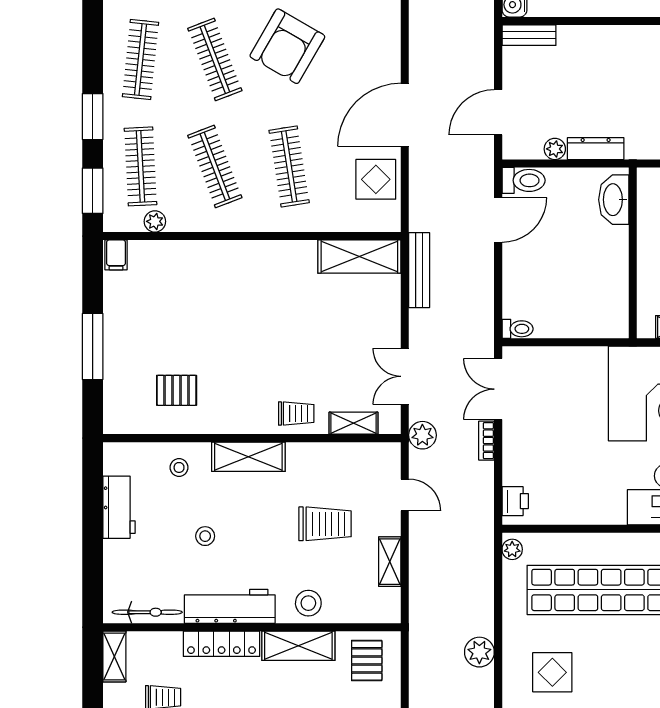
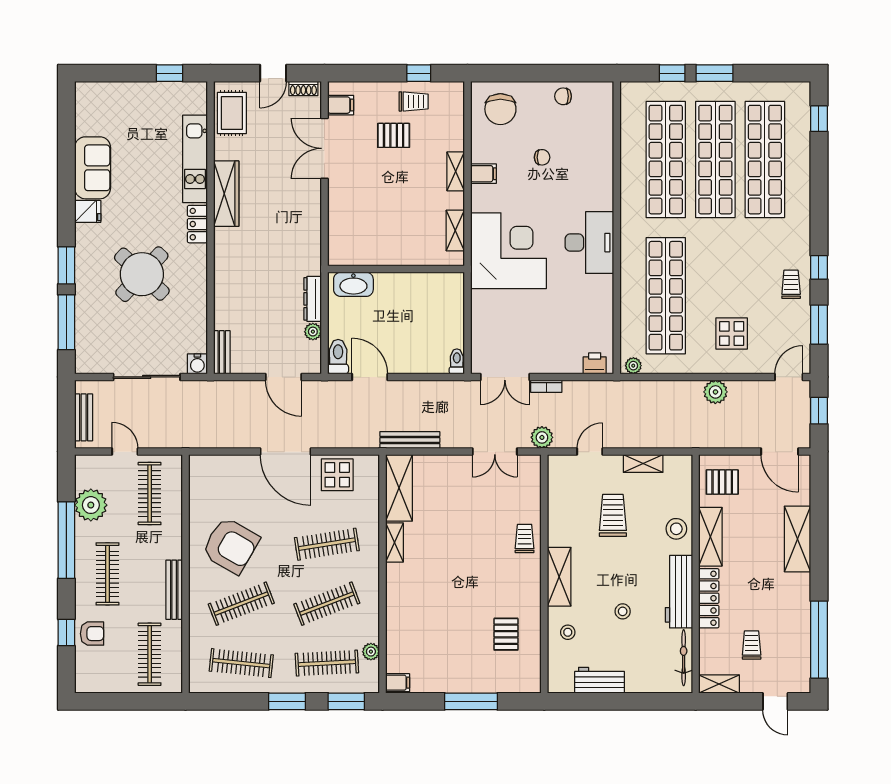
shelving: (354, 423) -> (394, 542), moved

